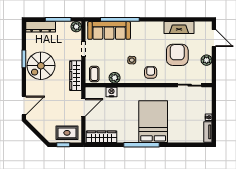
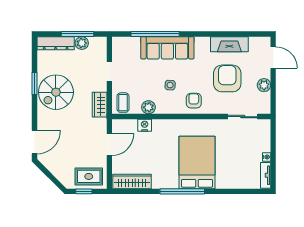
plant: (76, 27) -> (82, 43), moved
sofa: (109, 30) -> (167, 48), moved
wardrobe: (76, 76) -> (100, 105), width x0.67

